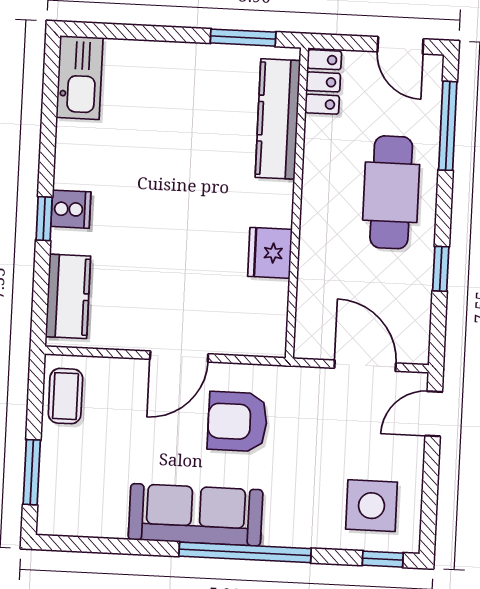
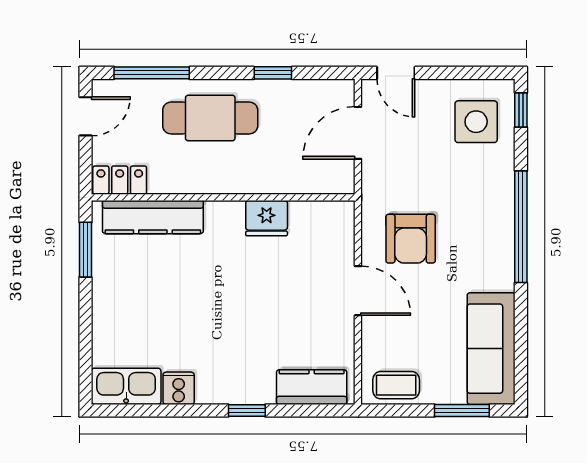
cooker: (71, 209) -> (179, 388), moved
sofa: (196, 515) -> (491, 349), moved

